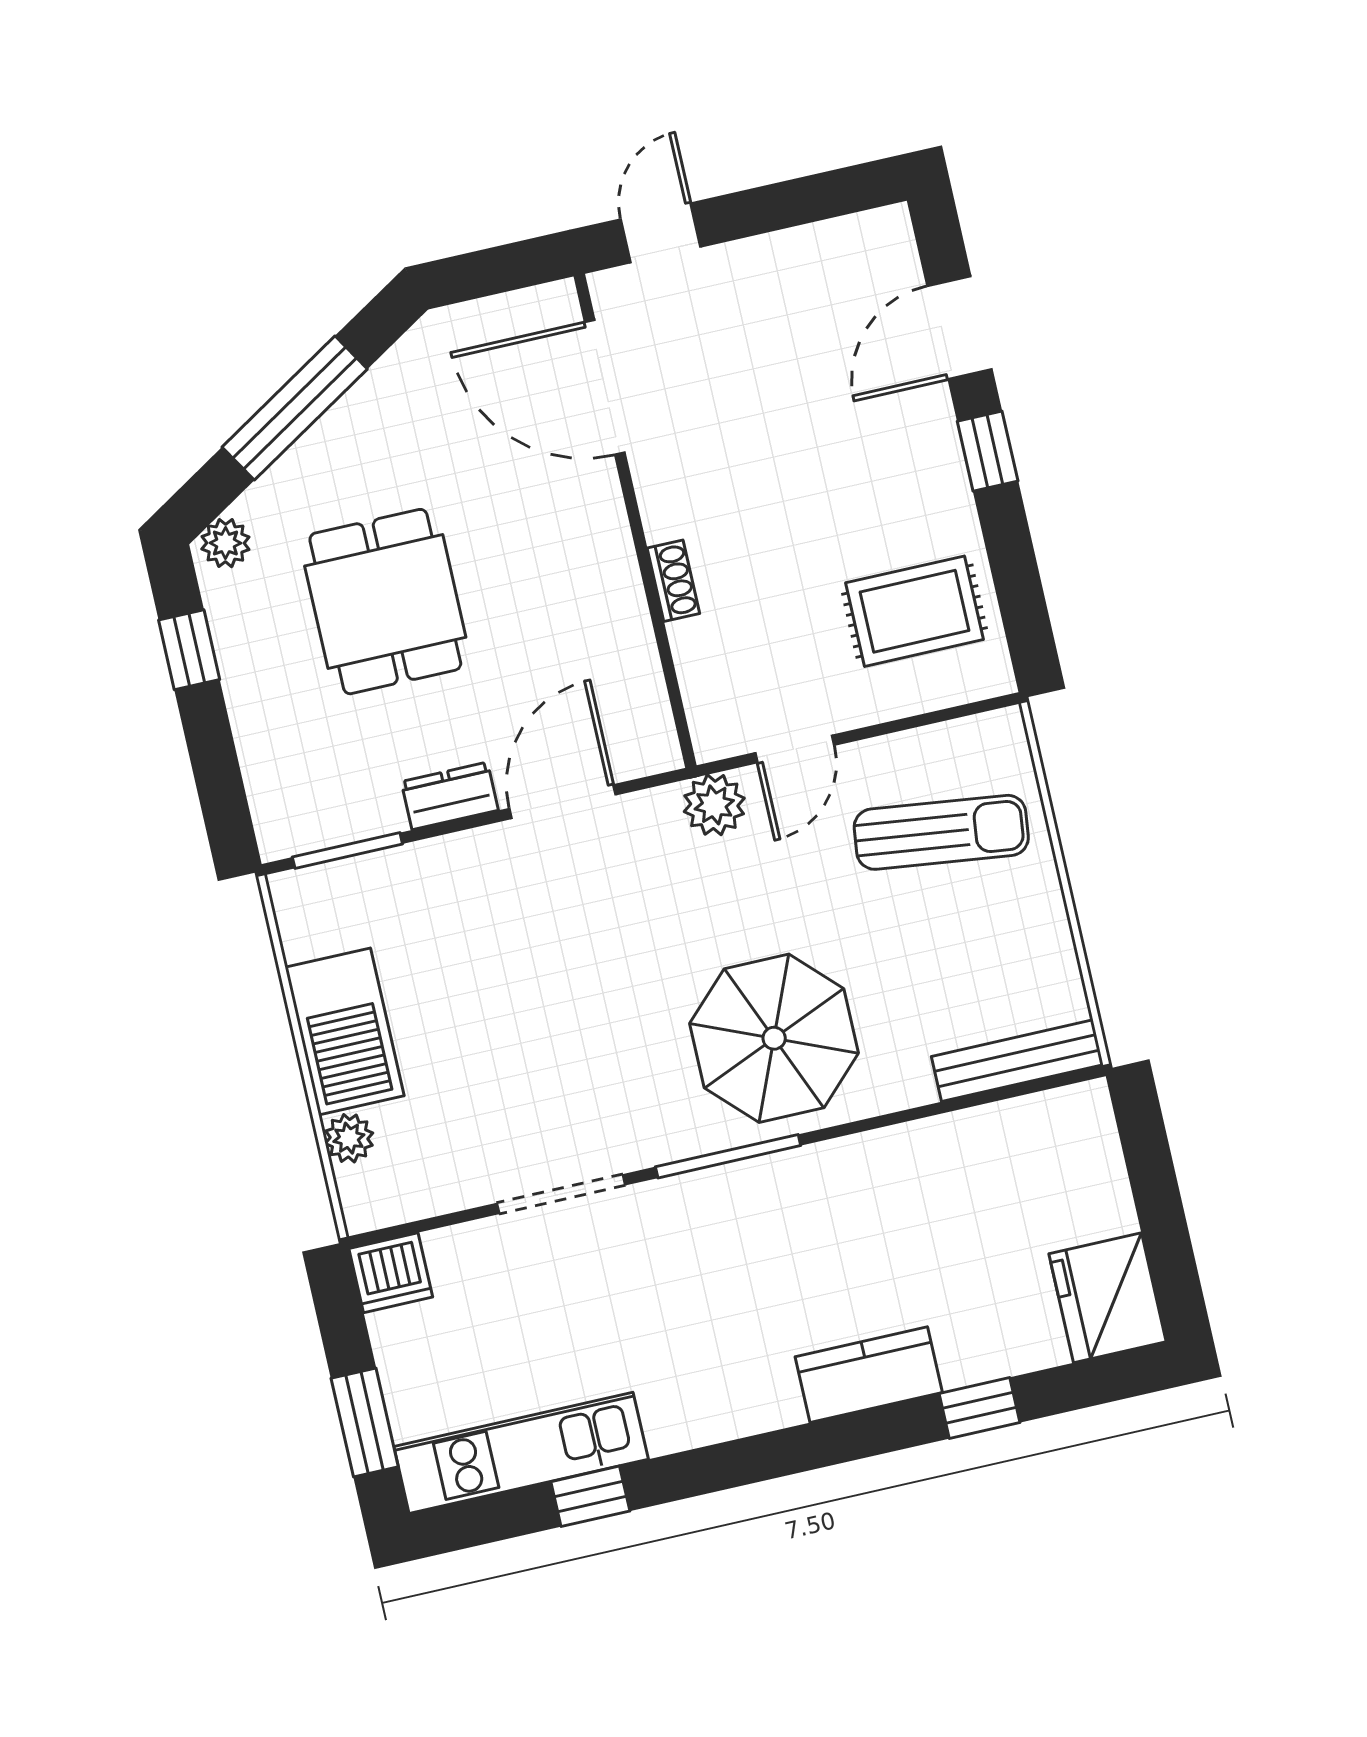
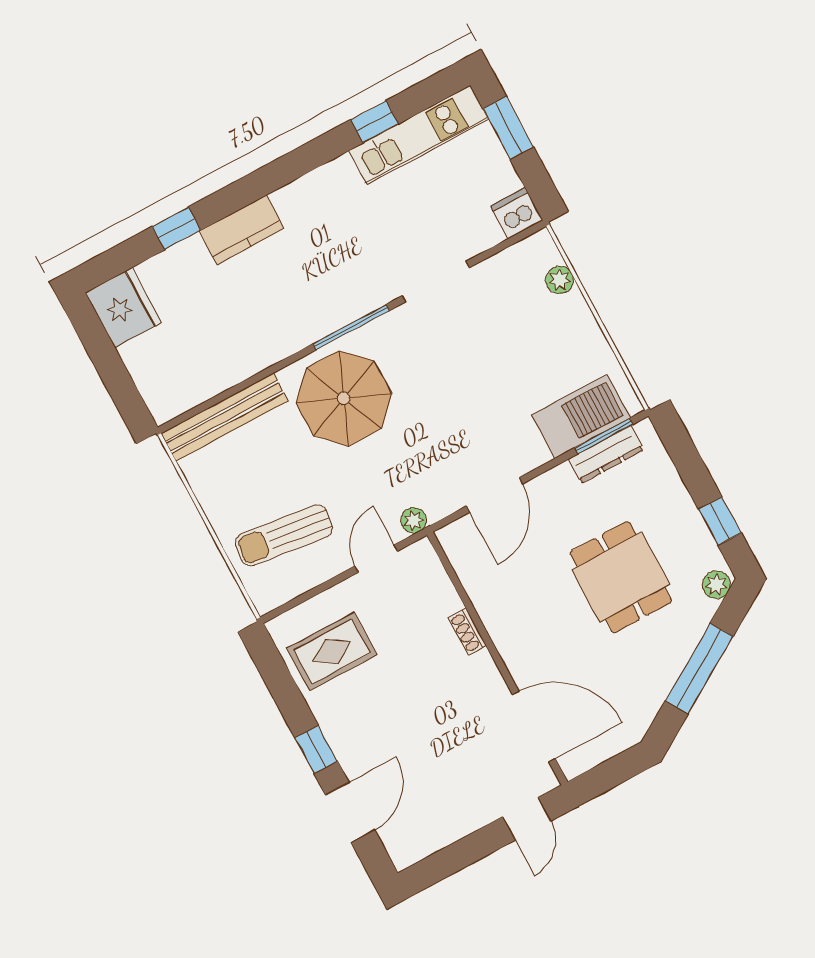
dresser: (450, 796) -> (606, 454), moved, width x1.44
plant: (714, 805) -> (414, 520), width x0.73, depth x0.73
barbecue: (345, 1031) -> (581, 416), moved, turned 90
bench: (1017, 1061) -> (225, 417), width x1.37, depth x1.21

